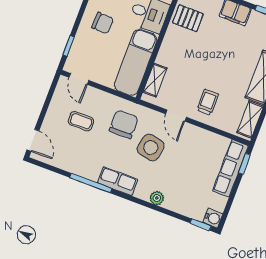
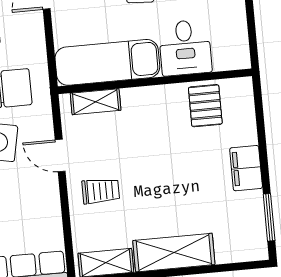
door: (176, 116) -> (60, 155), hinge flipped

